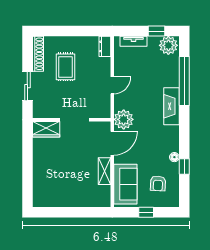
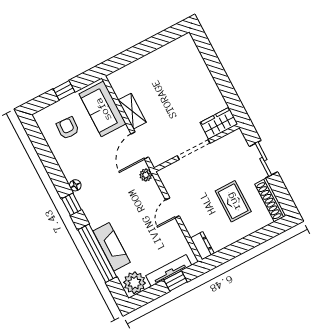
window: (156, 31) -> (176, 281), moved
tv unit: (133, 41) -> (169, 270), width x1.41
fireplace: (171, 106) -> (112, 247), moved
plant: (124, 119) -> (146, 175), width x0.53, depth x0.53
floor lamp: (174, 157) -> (75, 185), moved
window: (184, 166) -> (72, 204), moved

